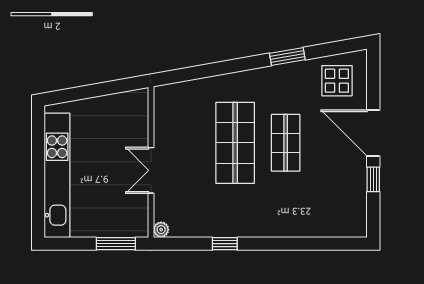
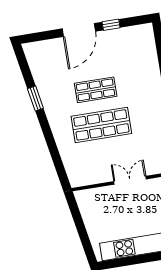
display table: (337, 81) -> (47, 61), removed
double door: (151, 170) -> (130, 180), swing flipped

